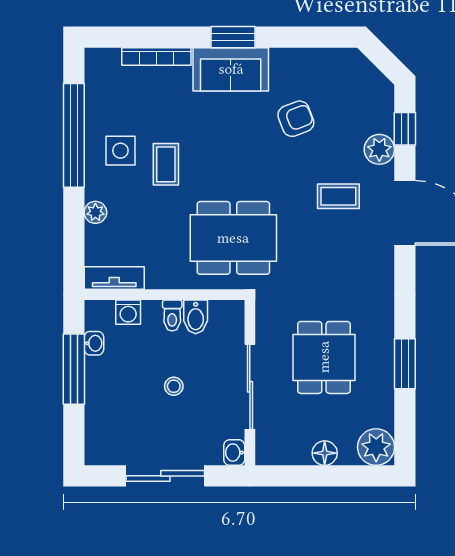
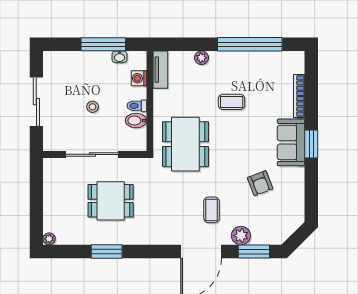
window: (405, 129) -> (254, 252), width x1.50
side table: (120, 151) -> (240, 73), removed
plant: (376, 447) -> (49, 239), width x0.53, depth x0.53
washbasin: (234, 453) -> (51, 145), removed
floor lamp: (325, 453) -> (51, 201), removed

